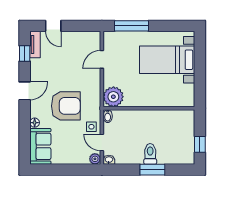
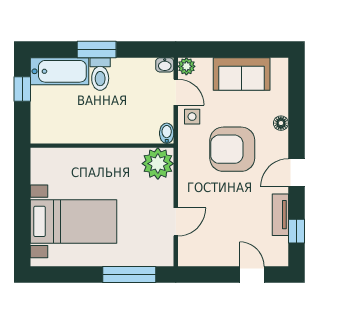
tv unit: (35, 44) -> (280, 215), moved
sofa: (40, 146) -> (242, 74), moved, turned -90
bathtub: (176, 156) -> (60, 71), added

